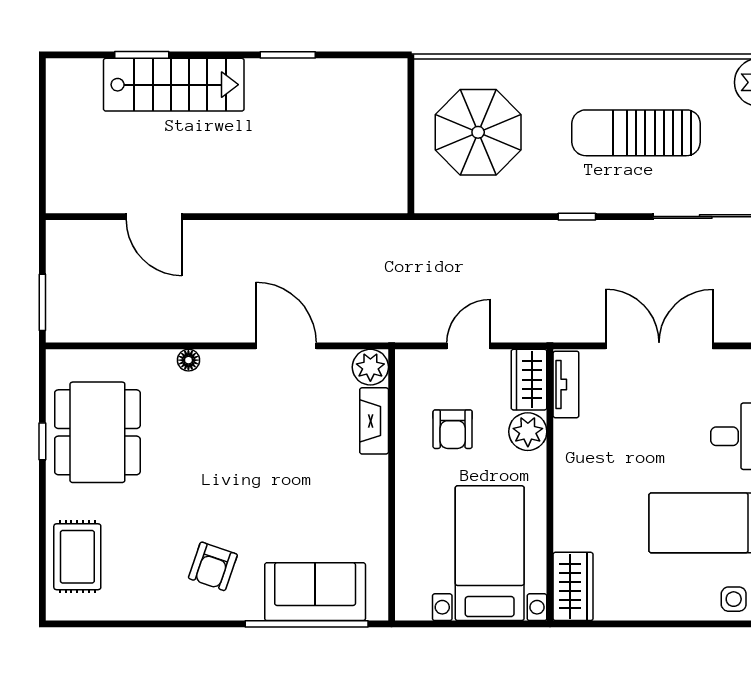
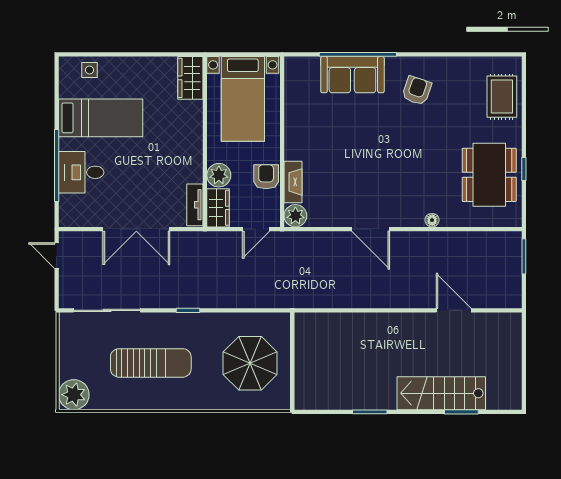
plant: (370, 367) -> (295, 216), moved
fireplace: (374, 421) -> (293, 182), moved
wall: (392, 485) -> (282, 142), moved

